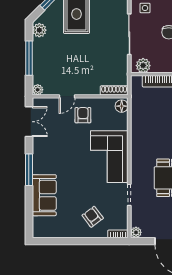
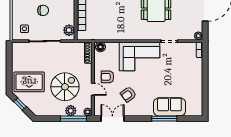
plant: (39, 30) -> (71, 111), moved
window: (29, 58) -> (74, 119), moved
spiral stairs: (70, 60) -> (65, 87), added
window: (29, 170) -> (164, 119), moved
armchair: (93, 217) -> (128, 94), moved

